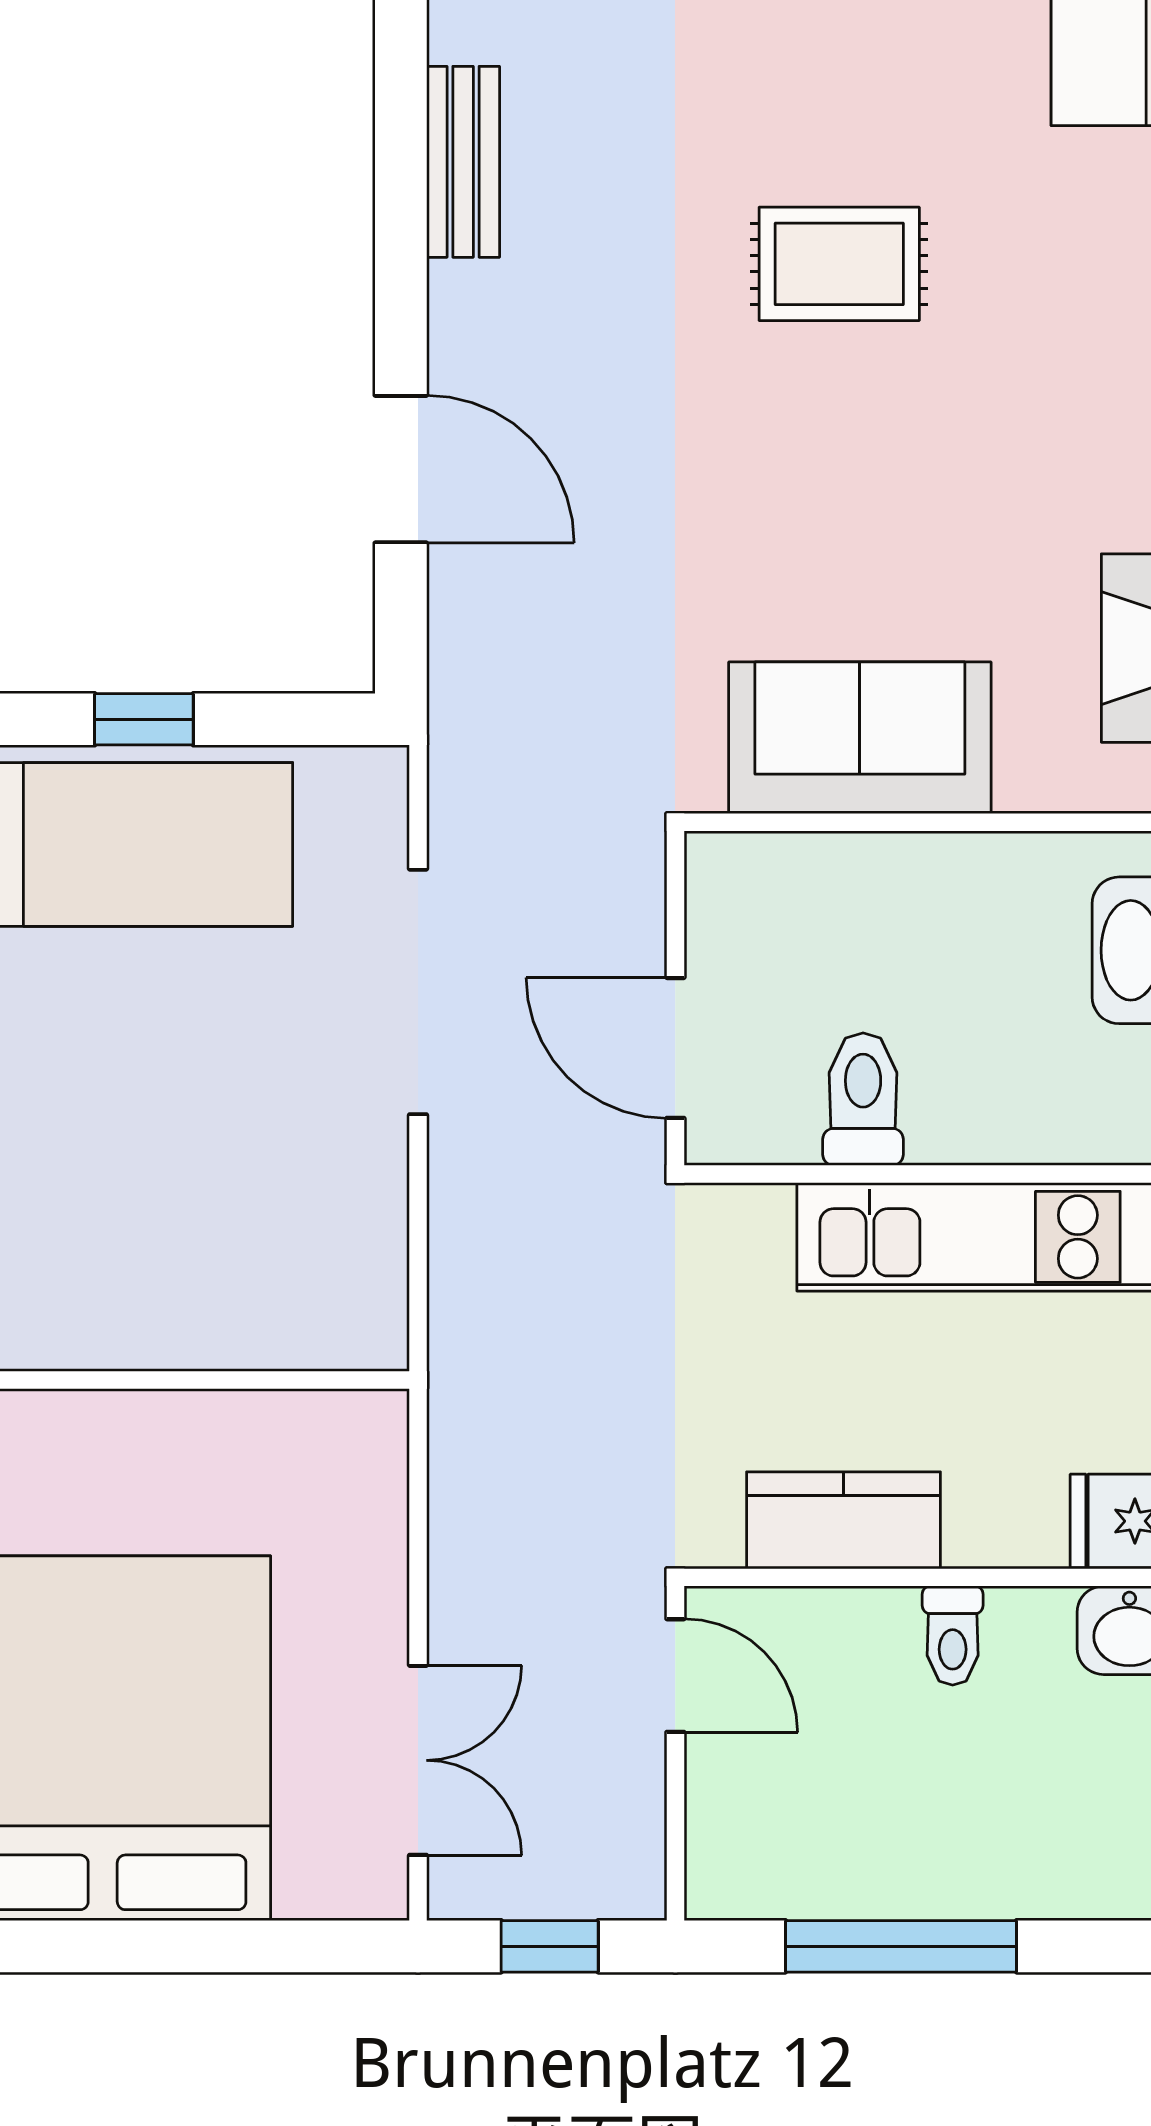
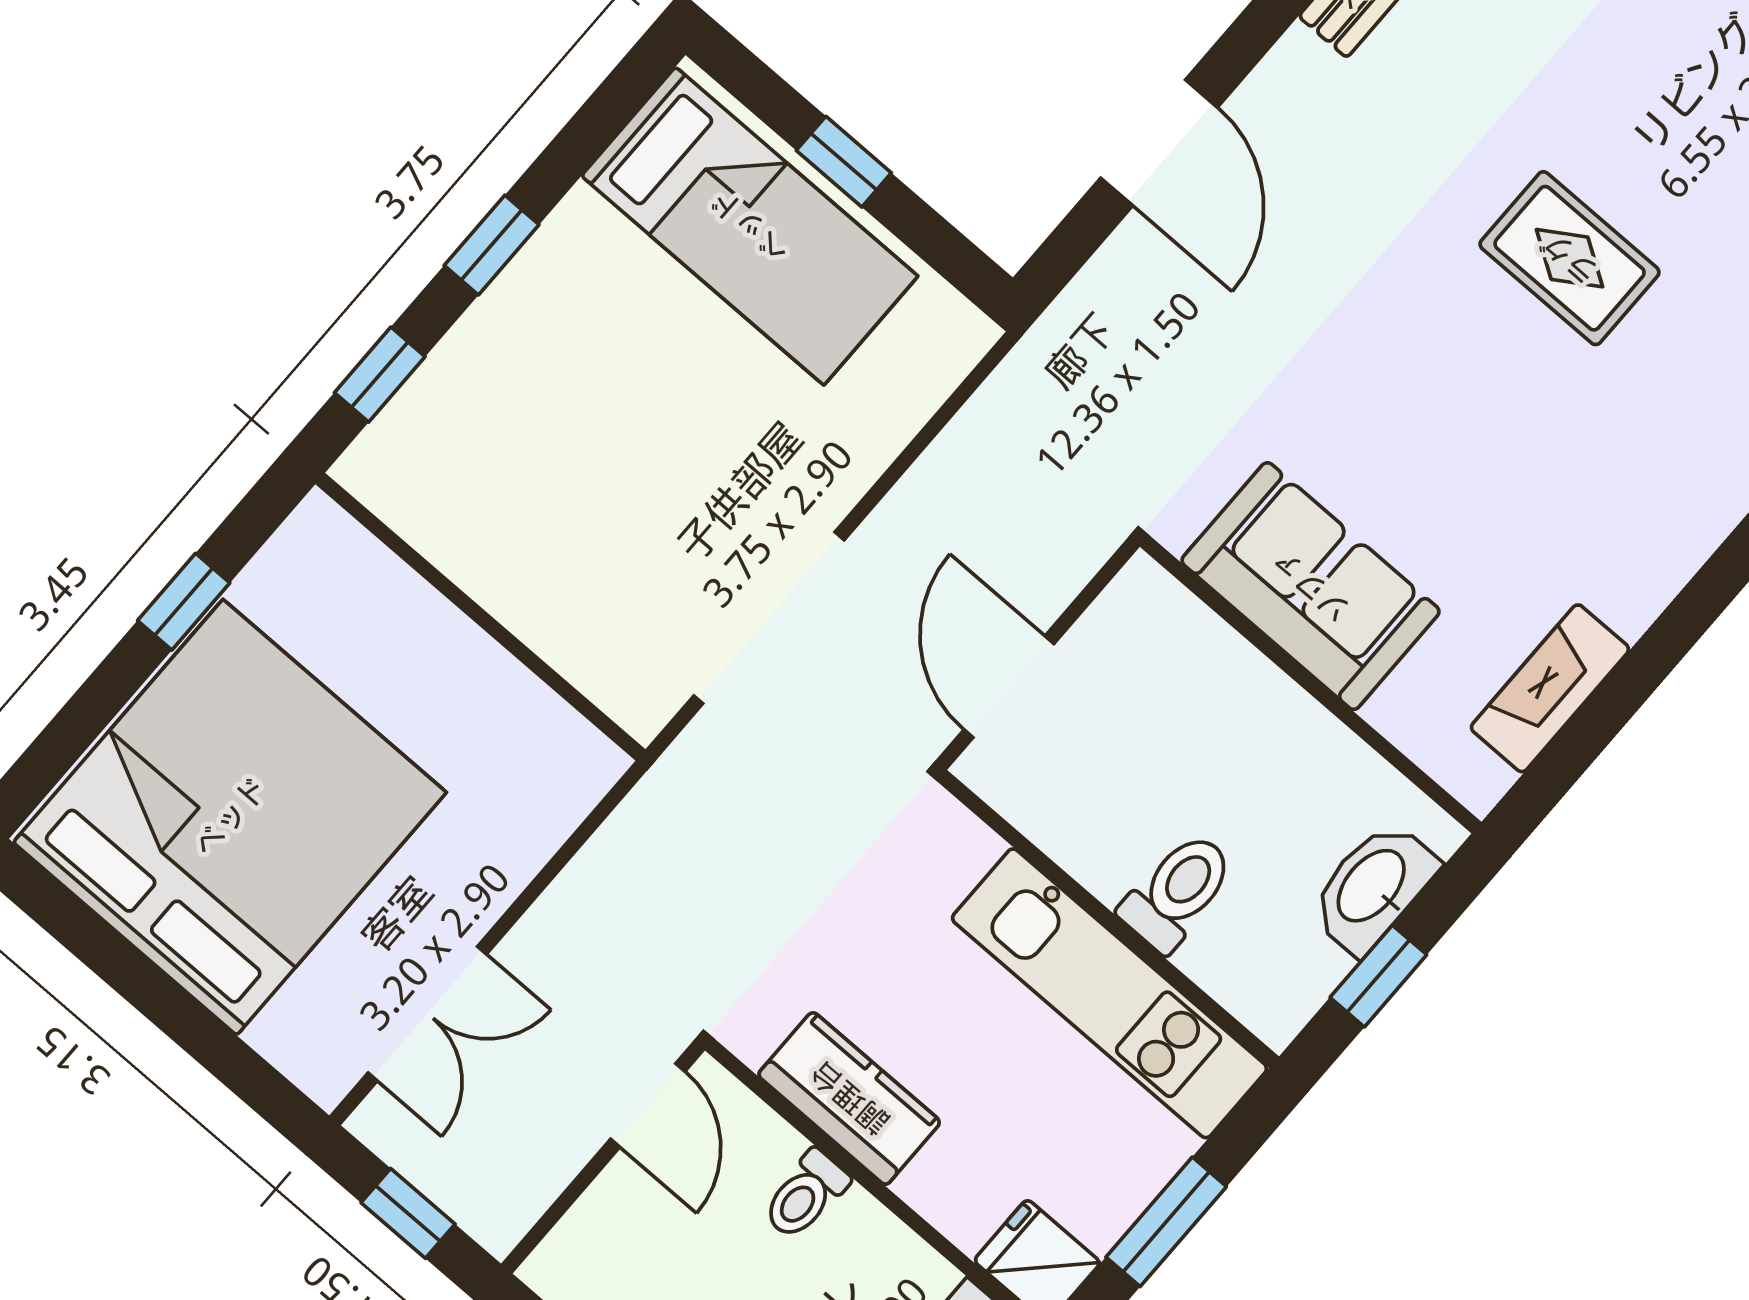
doorway: (418, 992) -> (769, 618), moved
toilet: (863, 1099) -> (1177, 892), moved
toilet: (953, 1636) -> (806, 1195), moved

